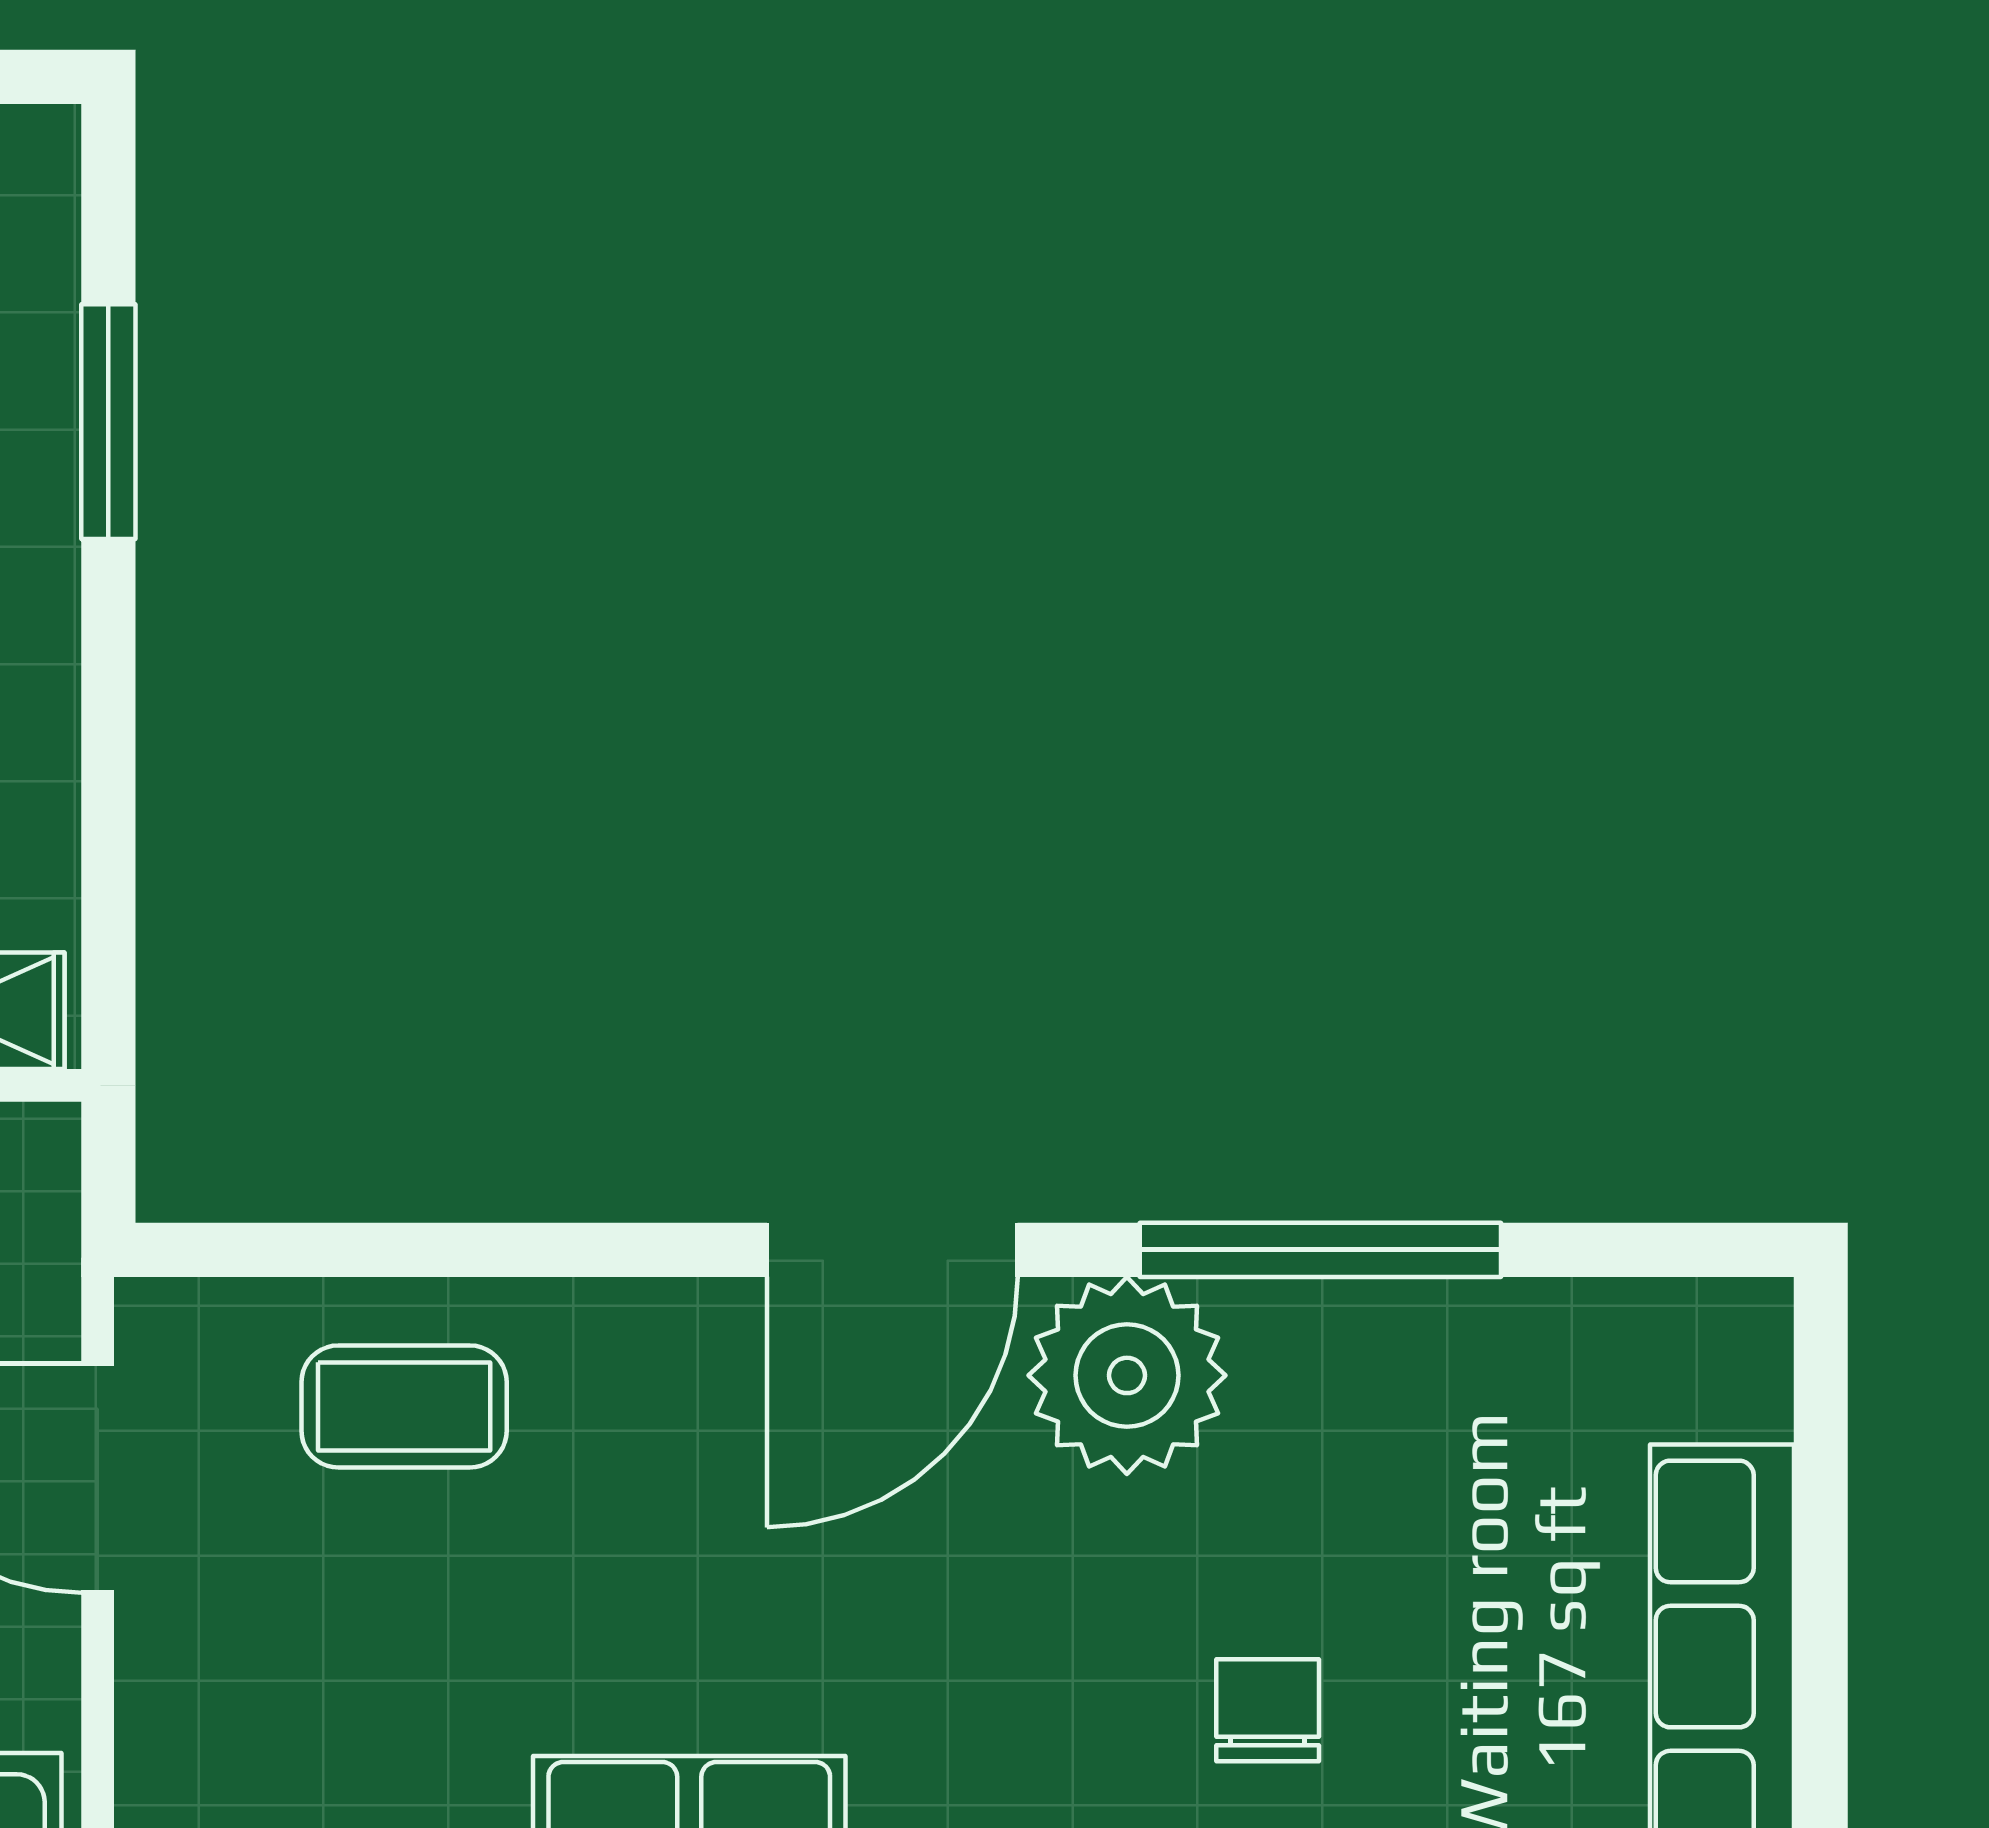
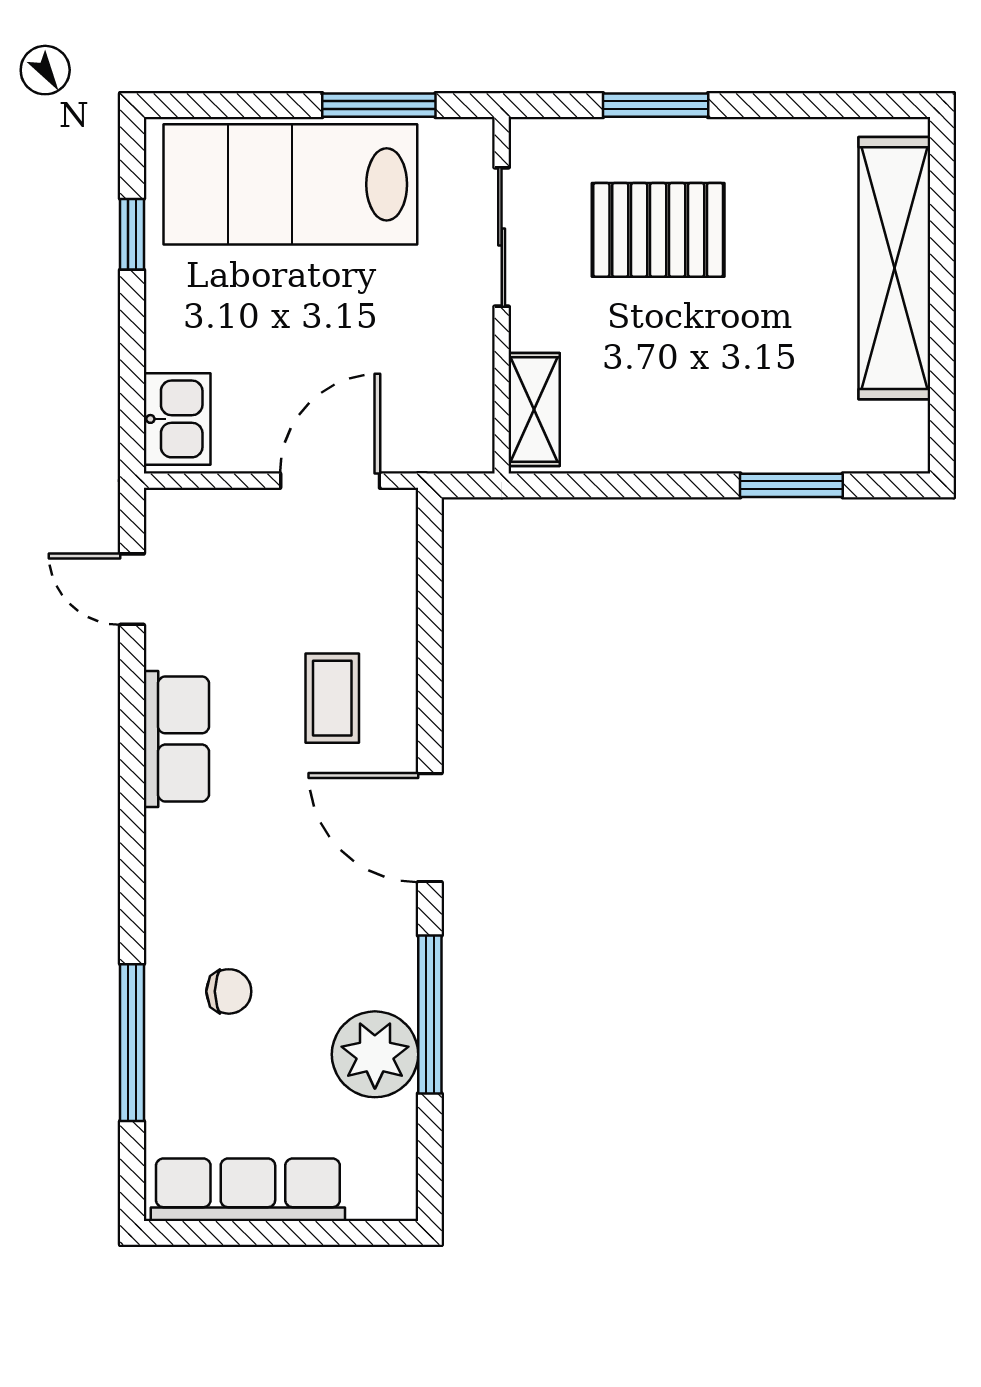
plant: (1127, 1375) -> (375, 1054), moved
coffee table: (404, 1406) -> (332, 698), moved

